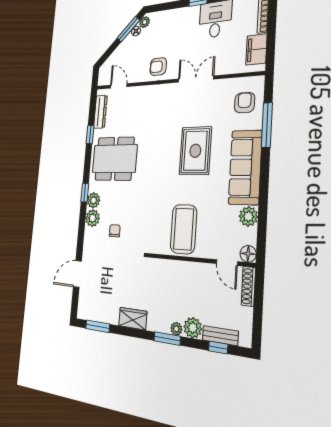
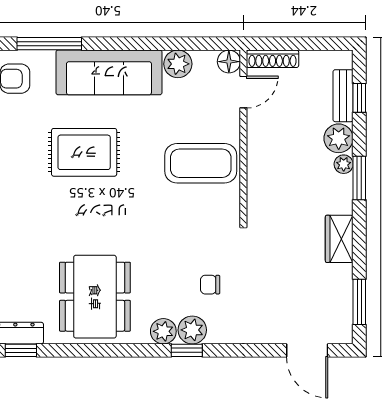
window: (90, 135) -> (21, 350), moved
window: (85, 193) -> (187, 350), moved
door: (77, 274) -> (307, 350), moved

